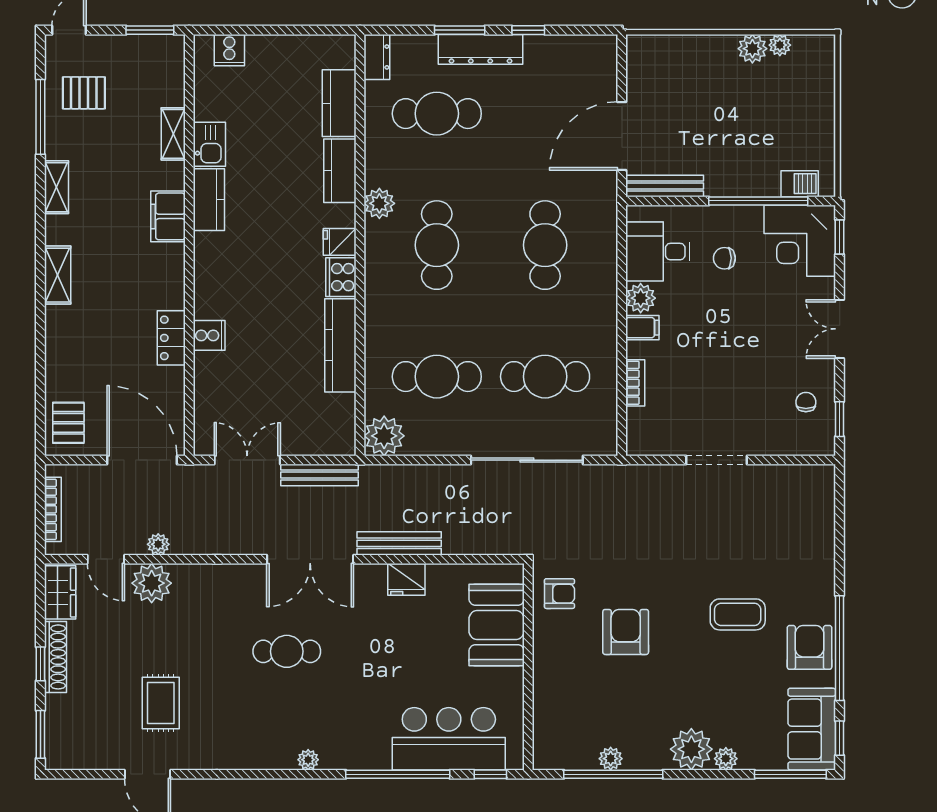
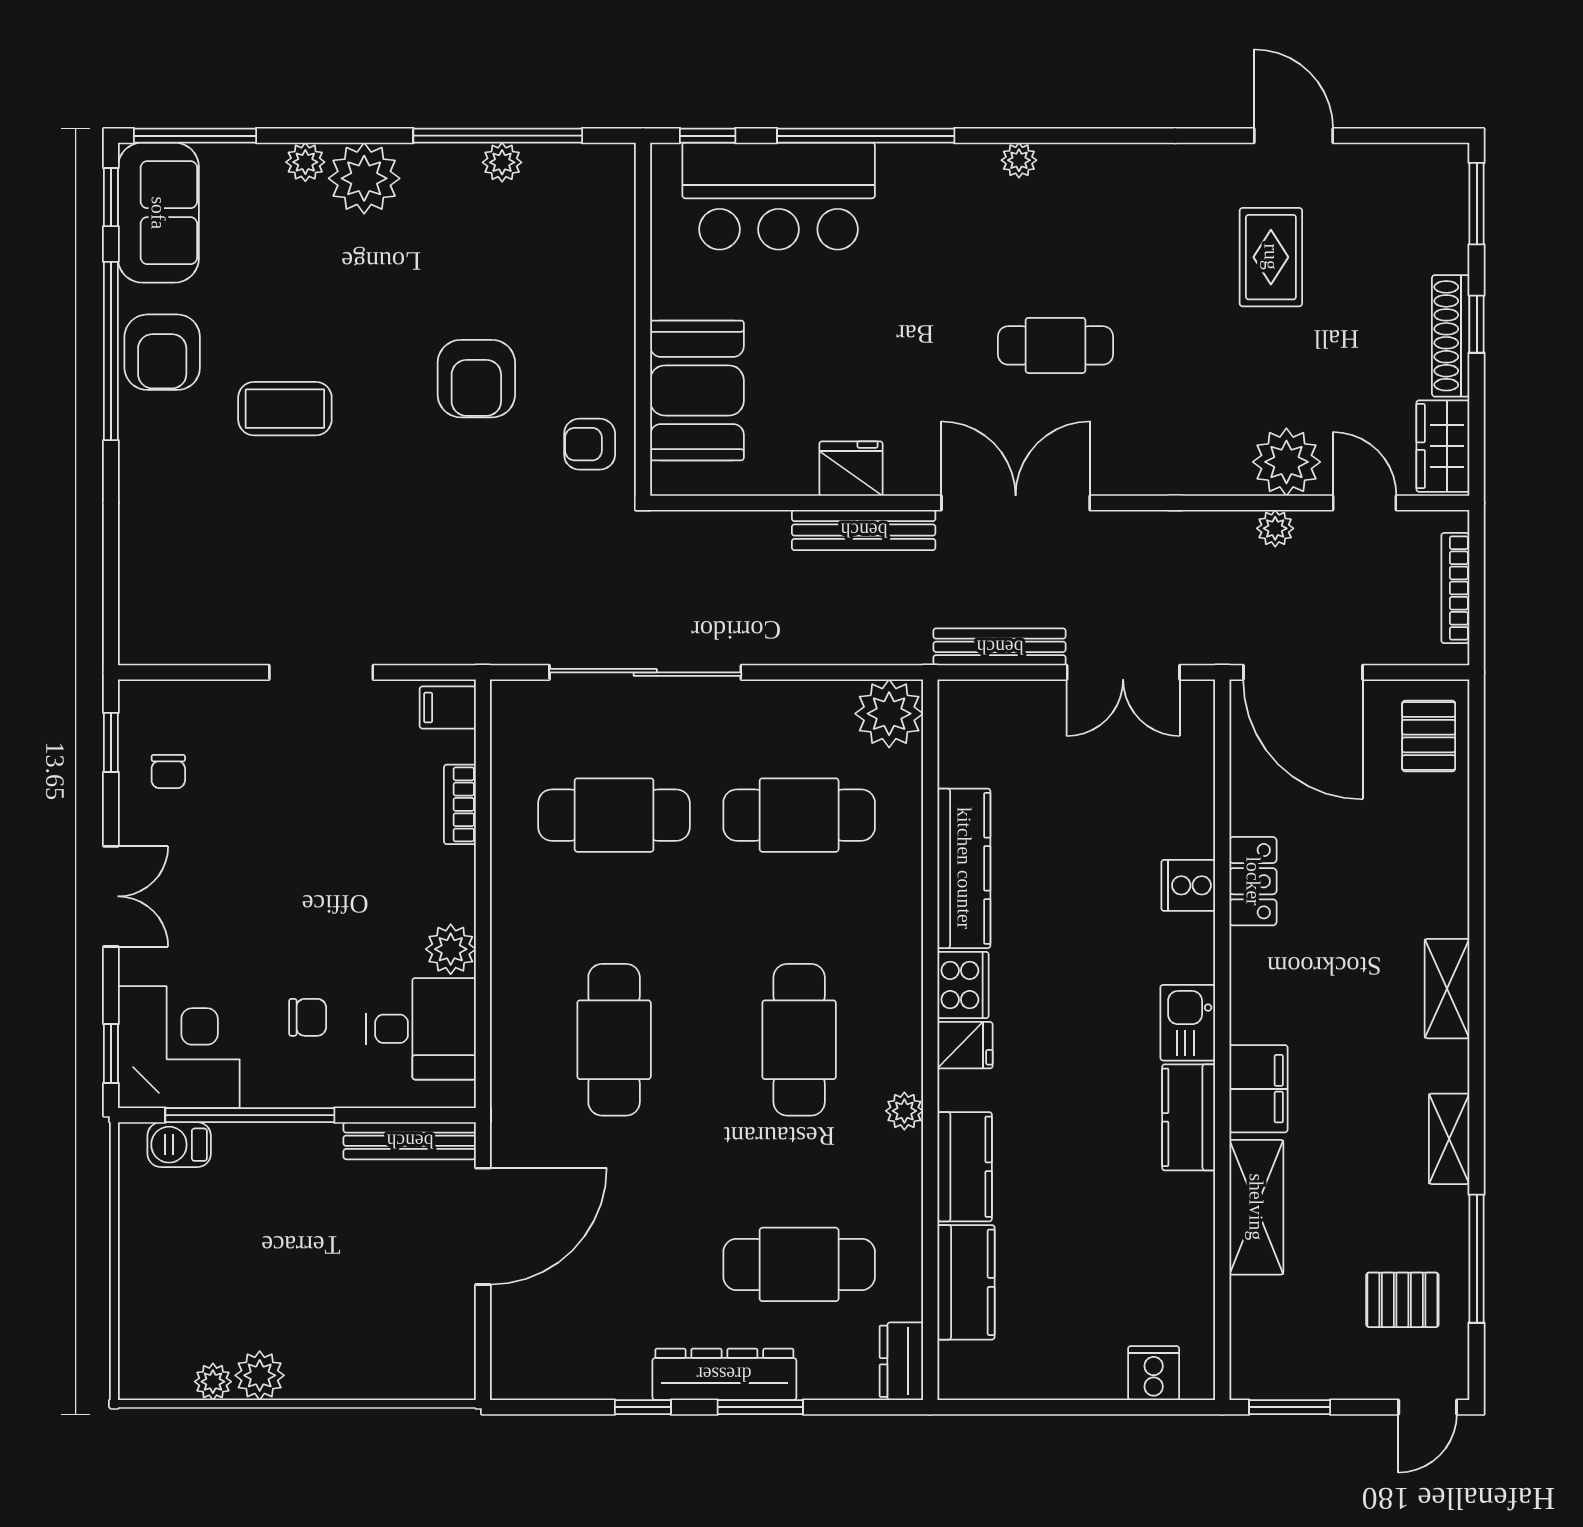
shelving: (173, 134) -> (1256, 1207), width x1.50, depth x1.33
kitchen sink: (209, 144) -> (1188, 1023), moved
plant: (379, 203) -> (904, 1111), width x0.73, depth x0.73
filing cabinet: (642, 328) -> (448, 707), moved

